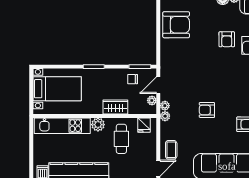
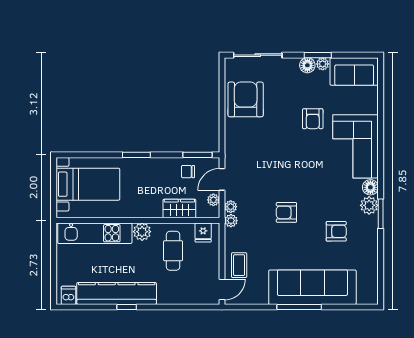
armchair: (176, 25) -> (246, 99), turned -90
wardrobe: (115, 107) -> (179, 208), moved

